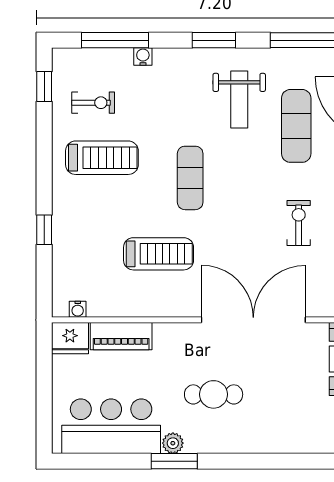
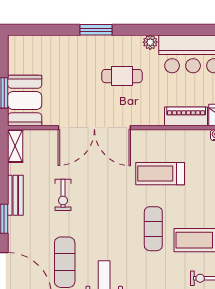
exercise mat: (190, 178) -> (153, 229), moved
window: (174, 461) -> (96, 30), moved

